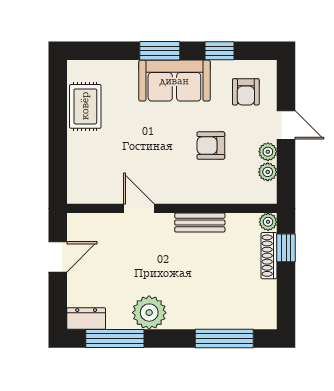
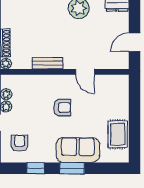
sofa: (174, 81) -> (78, 150), moved
armchair: (211, 146) -> (62, 107), moved

